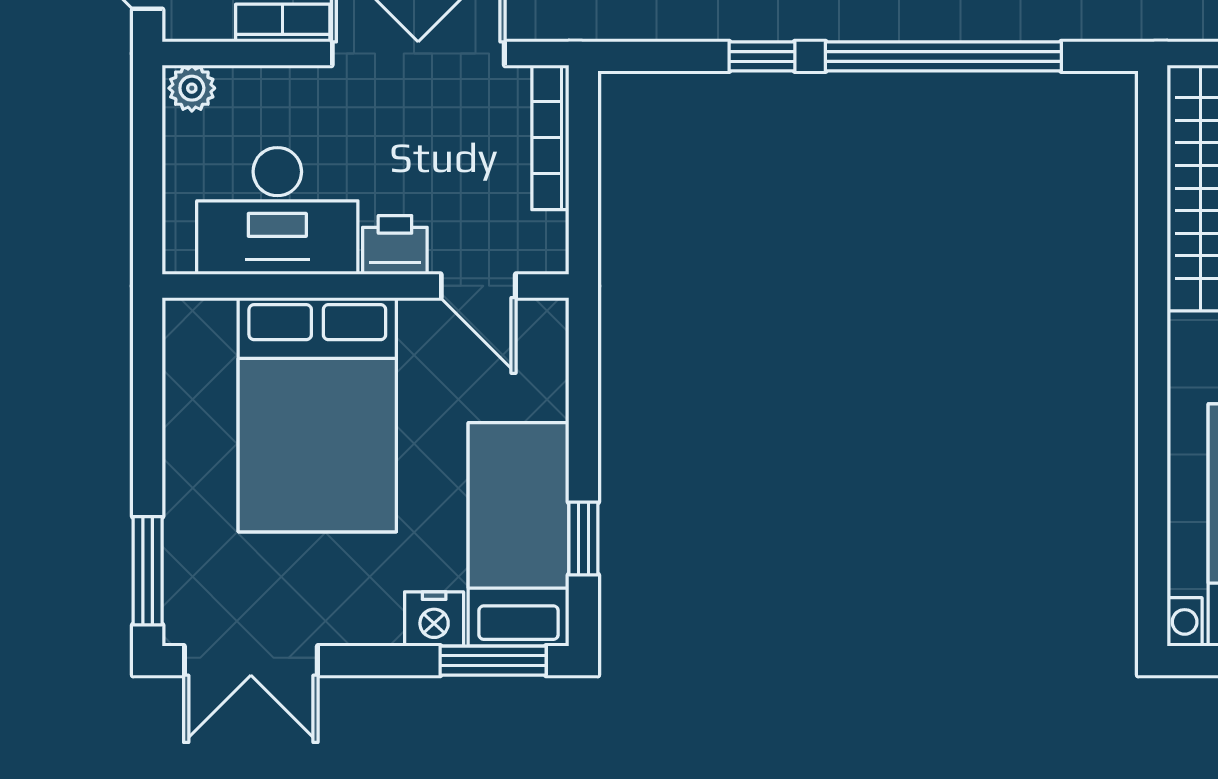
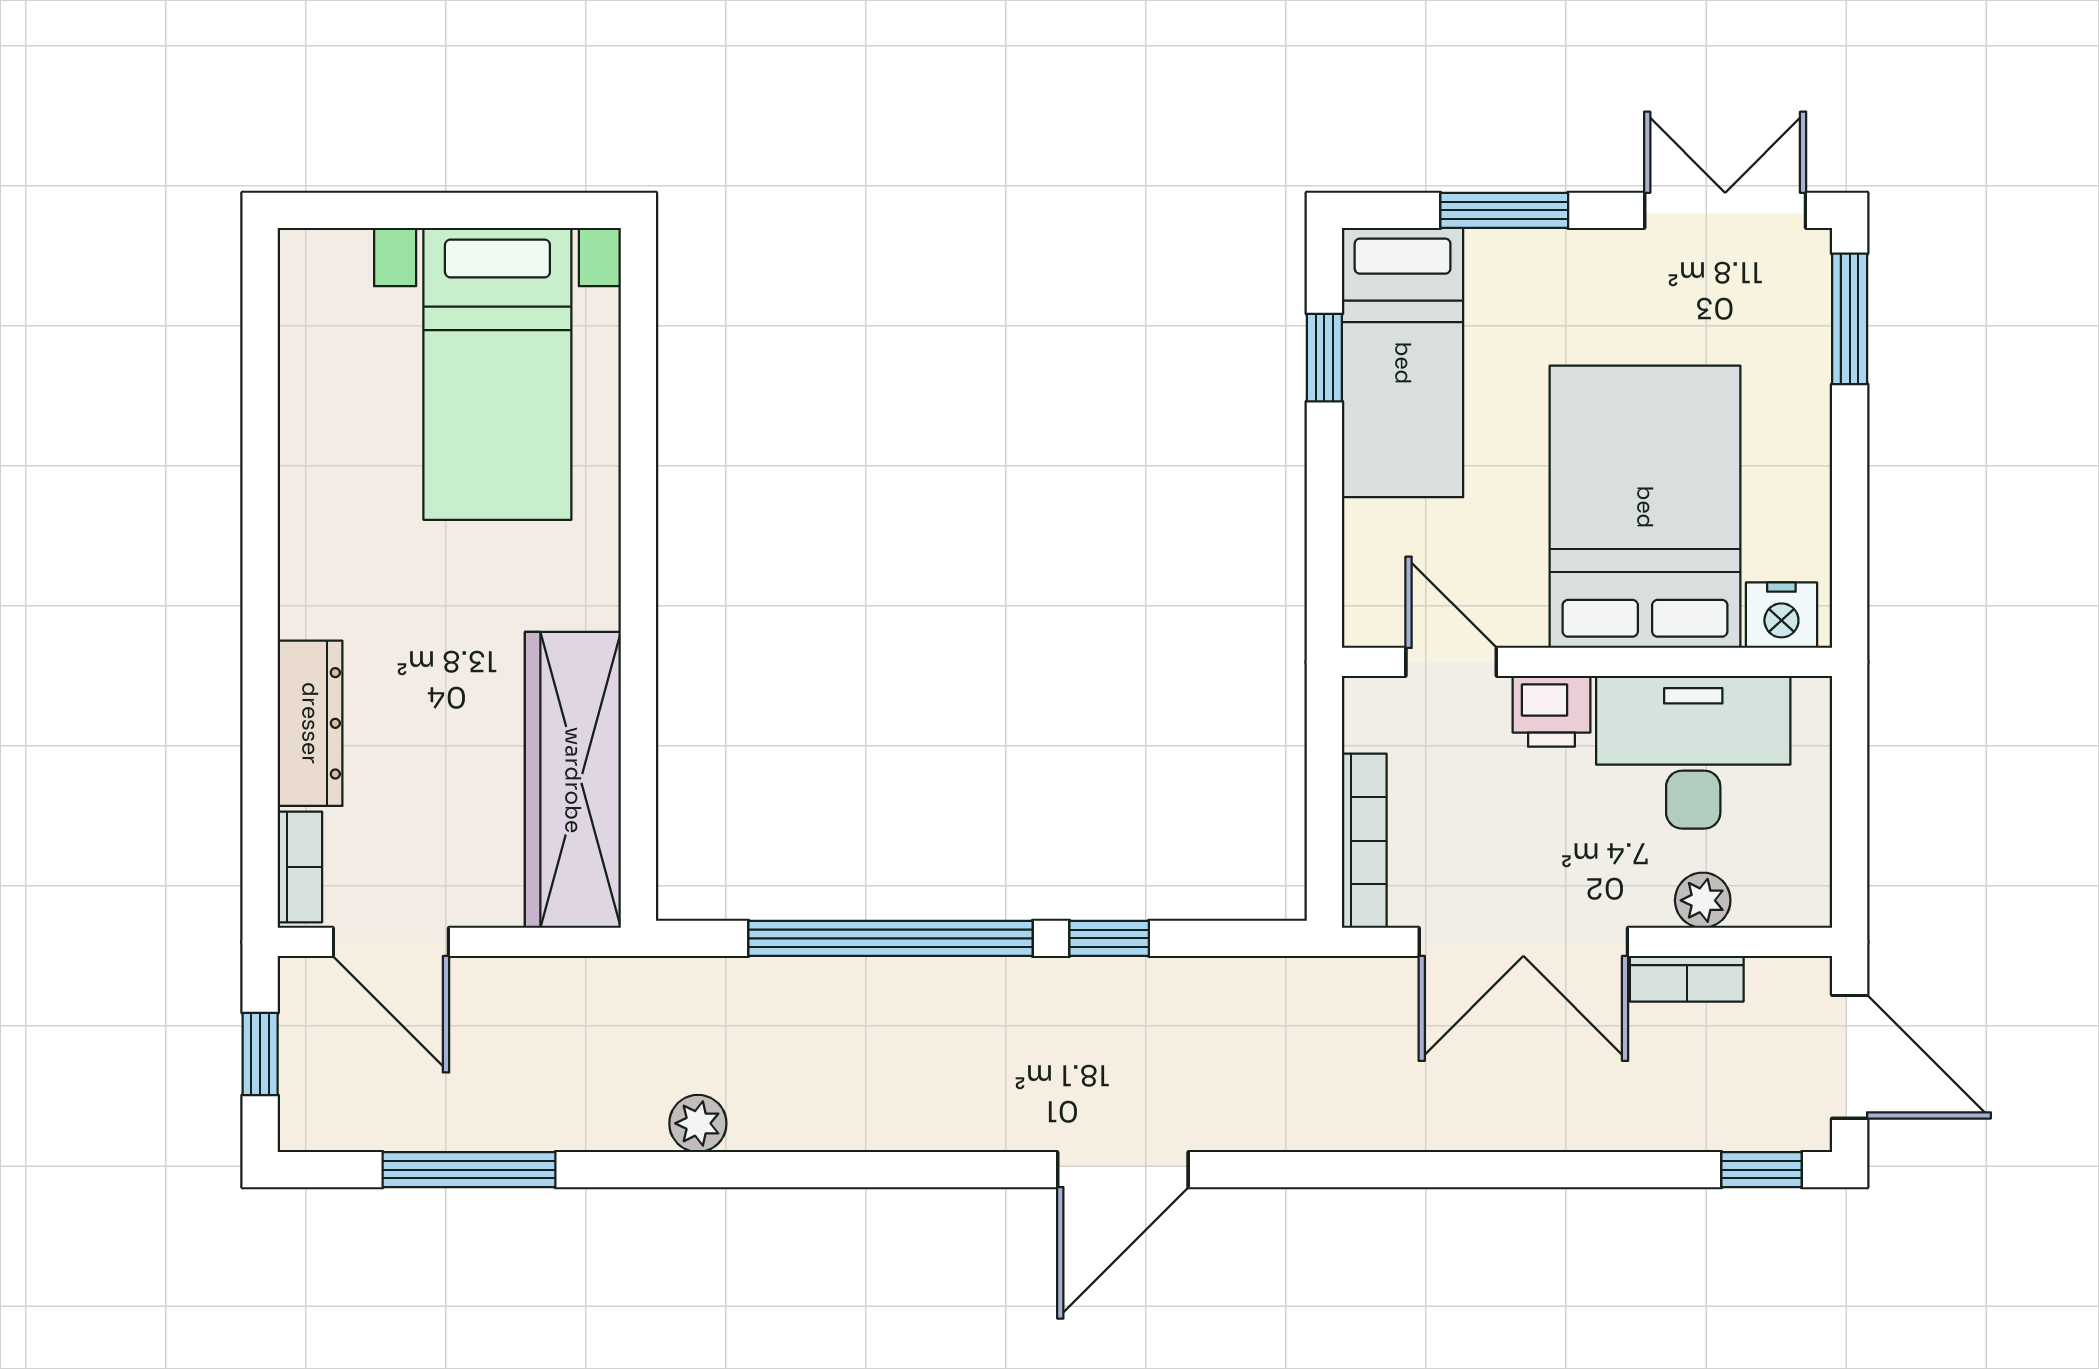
plant: (192, 88) -> (1703, 900), moved
nightstand: (434, 619) -> (1781, 615), moved, turned 180
window: (493, 661) -> (1504, 210), moved

